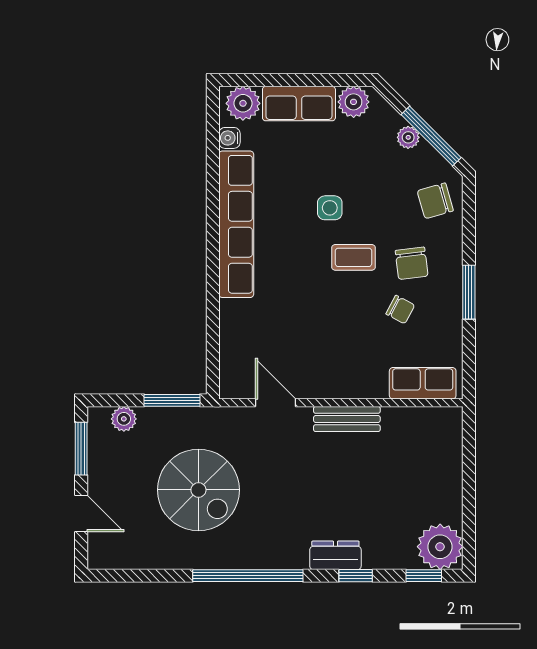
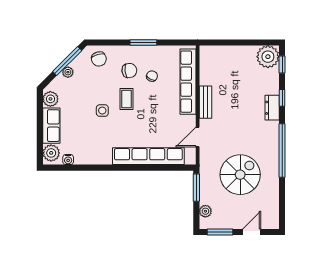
row of seats: (236, 224) -> (148, 156), moved
row of seats: (423, 383) -> (188, 82), width x2.02

